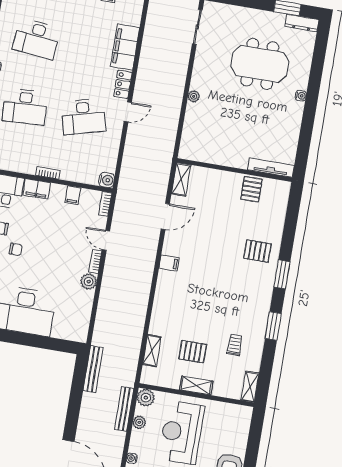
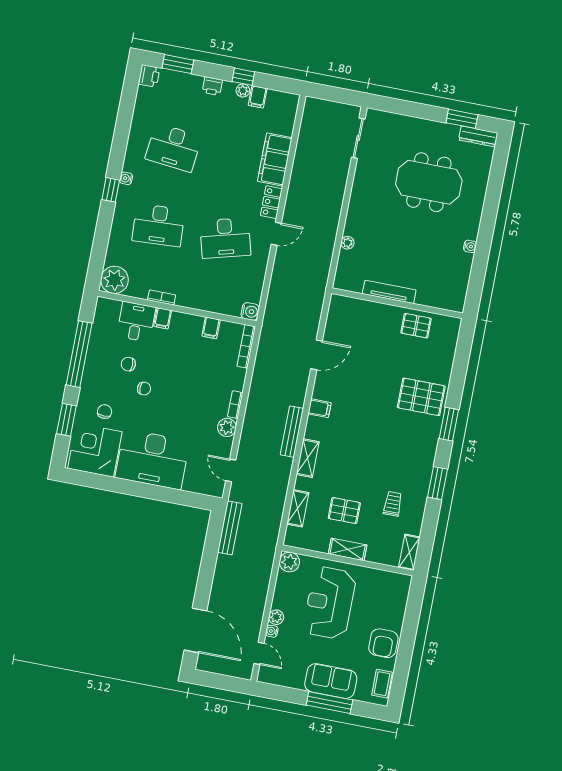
plant: (194, 96) -> (347, 243), moved
water cooler: (301, 96) -> (470, 246), moved
tv unit: (271, 168) -> (389, 292), moved
bookcase: (48, 173) -> (162, 297), moved
shelving: (181, 179) -> (308, 458), moved
filing cabinet: (37, 189) -> (163, 318), width x0.50
pallet: (251, 189) -> (416, 326), turned 90
bookcase: (105, 204) -> (246, 346), width x1.56
door: (106, 240) -> (231, 470), moved
pallet: (257, 251) -> (421, 397), width x1.50, depth x1.42
bench: (124, 409) -> (292, 432), moved
plant: (139, 422) -> (276, 617), moved

